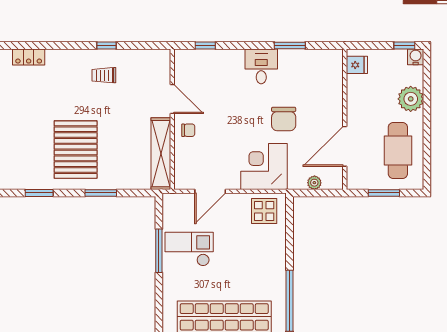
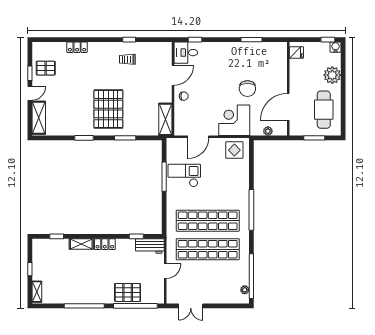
desk: (261, 66) -> (186, 53), moved, turned -90
door: (172, 99) -> (173, 75), hinge flipped
shelving: (161, 154) -> (165, 119), width x0.68

